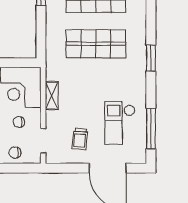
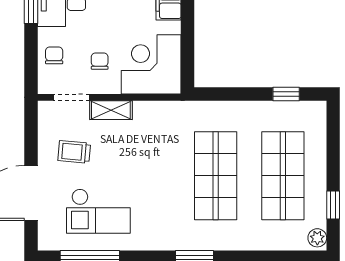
shelving: (52, 96) -> (111, 110), moved
checkout: (120, 123) -> (98, 211), turned 180

